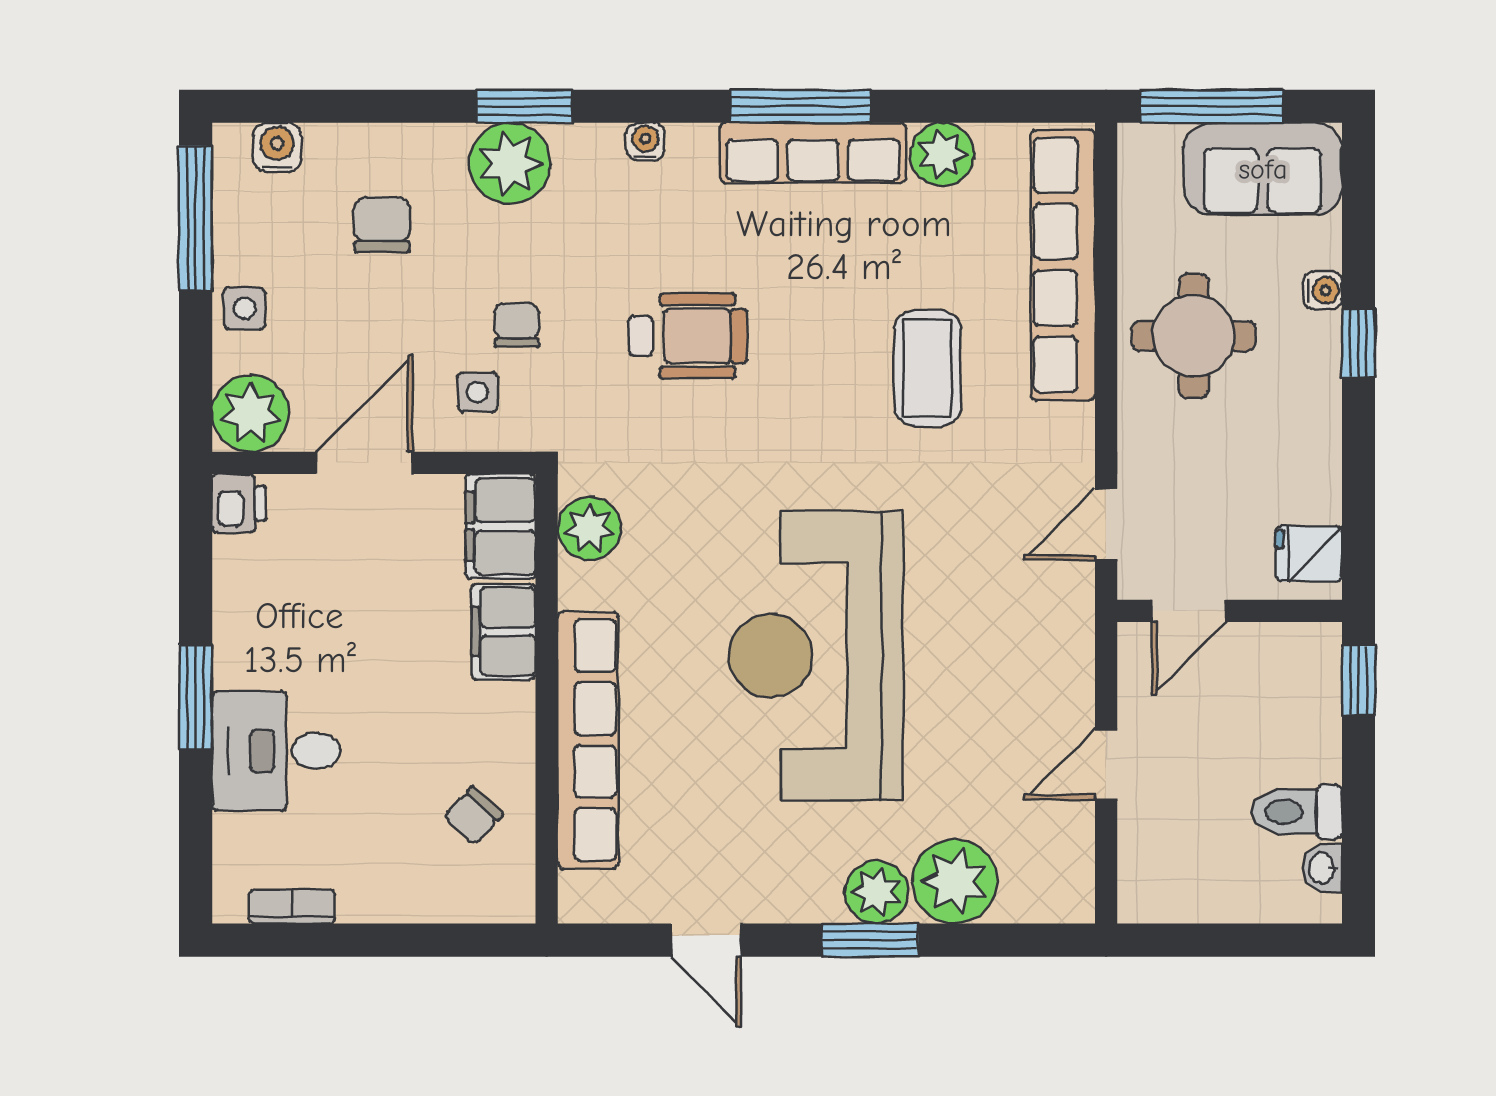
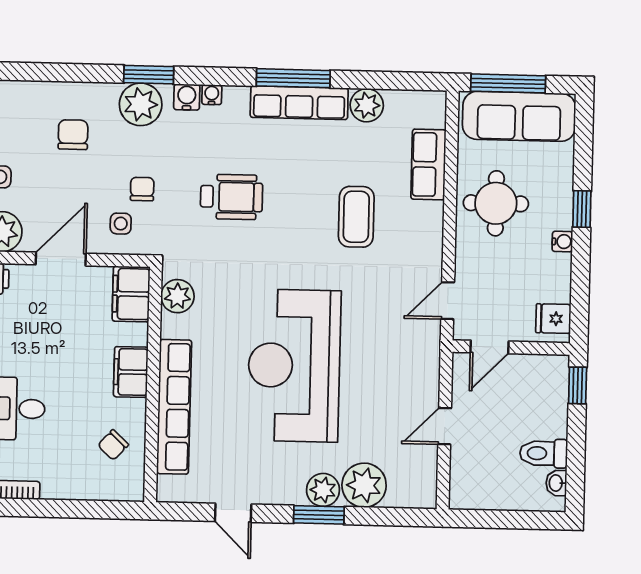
water cooler: (277, 147) -> (187, 97), moved
sofa: (1263, 169) -> (519, 116), width x1.36
row of seats: (1063, 265) -> (428, 165), width x0.50
water cooler: (1323, 290) -> (562, 242), moved
filing cabinet: (504, 632) -> (131, 372), moved

